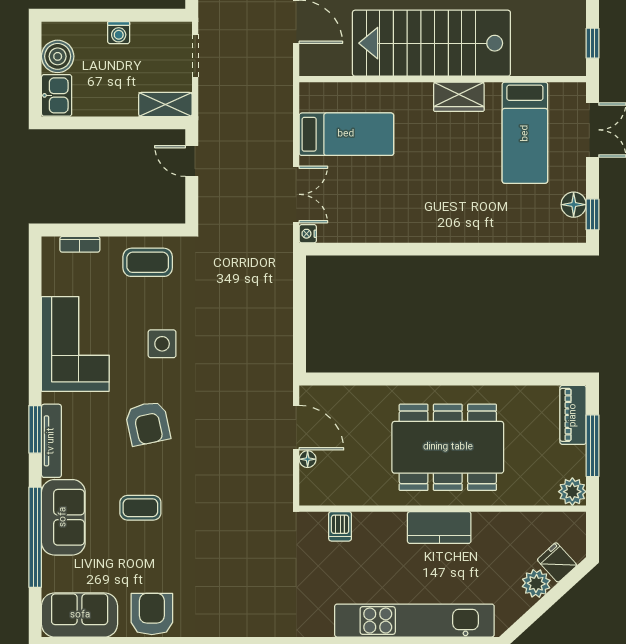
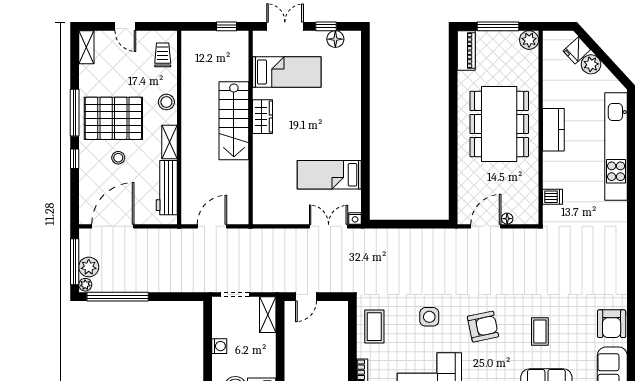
stairs: (431, 43) -> (234, 121), width x0.73, depth x0.66
bed: (346, 134) -> (329, 175), moved, turned -90
window: (593, 214) -> (326, 26), moved
piano: (573, 415) -> (466, 50), moved, turned -90
armchair: (152, 614) -> (612, 324), turned -90

